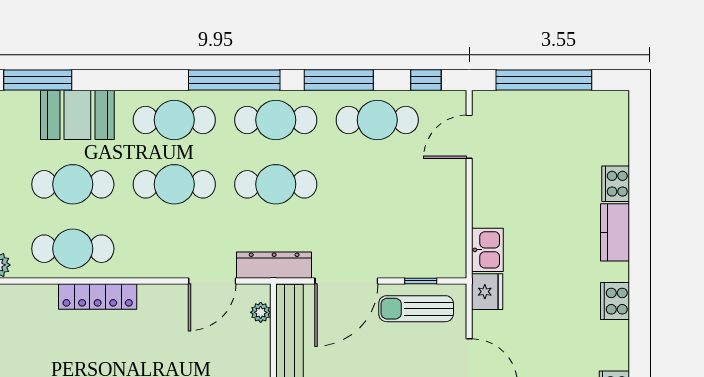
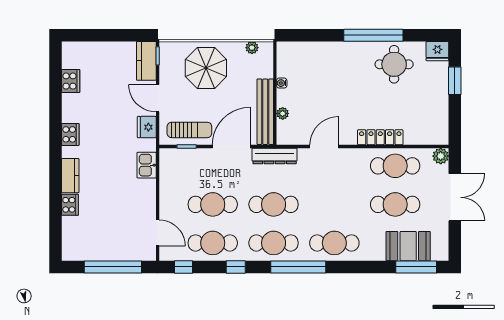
window: (339, 80) -> (236, 267), width x0.46
booth: (77, 115) -> (408, 246), moved
door: (469, 137) -> (158, 233), hinge flipped
cafe table: (174, 184) -> (213, 204), moved
door: (212, 281) -> (324, 146), moved
fridge: (487, 292) -> (147, 127), moved
plant: (261, 312) -> (283, 113), moved

